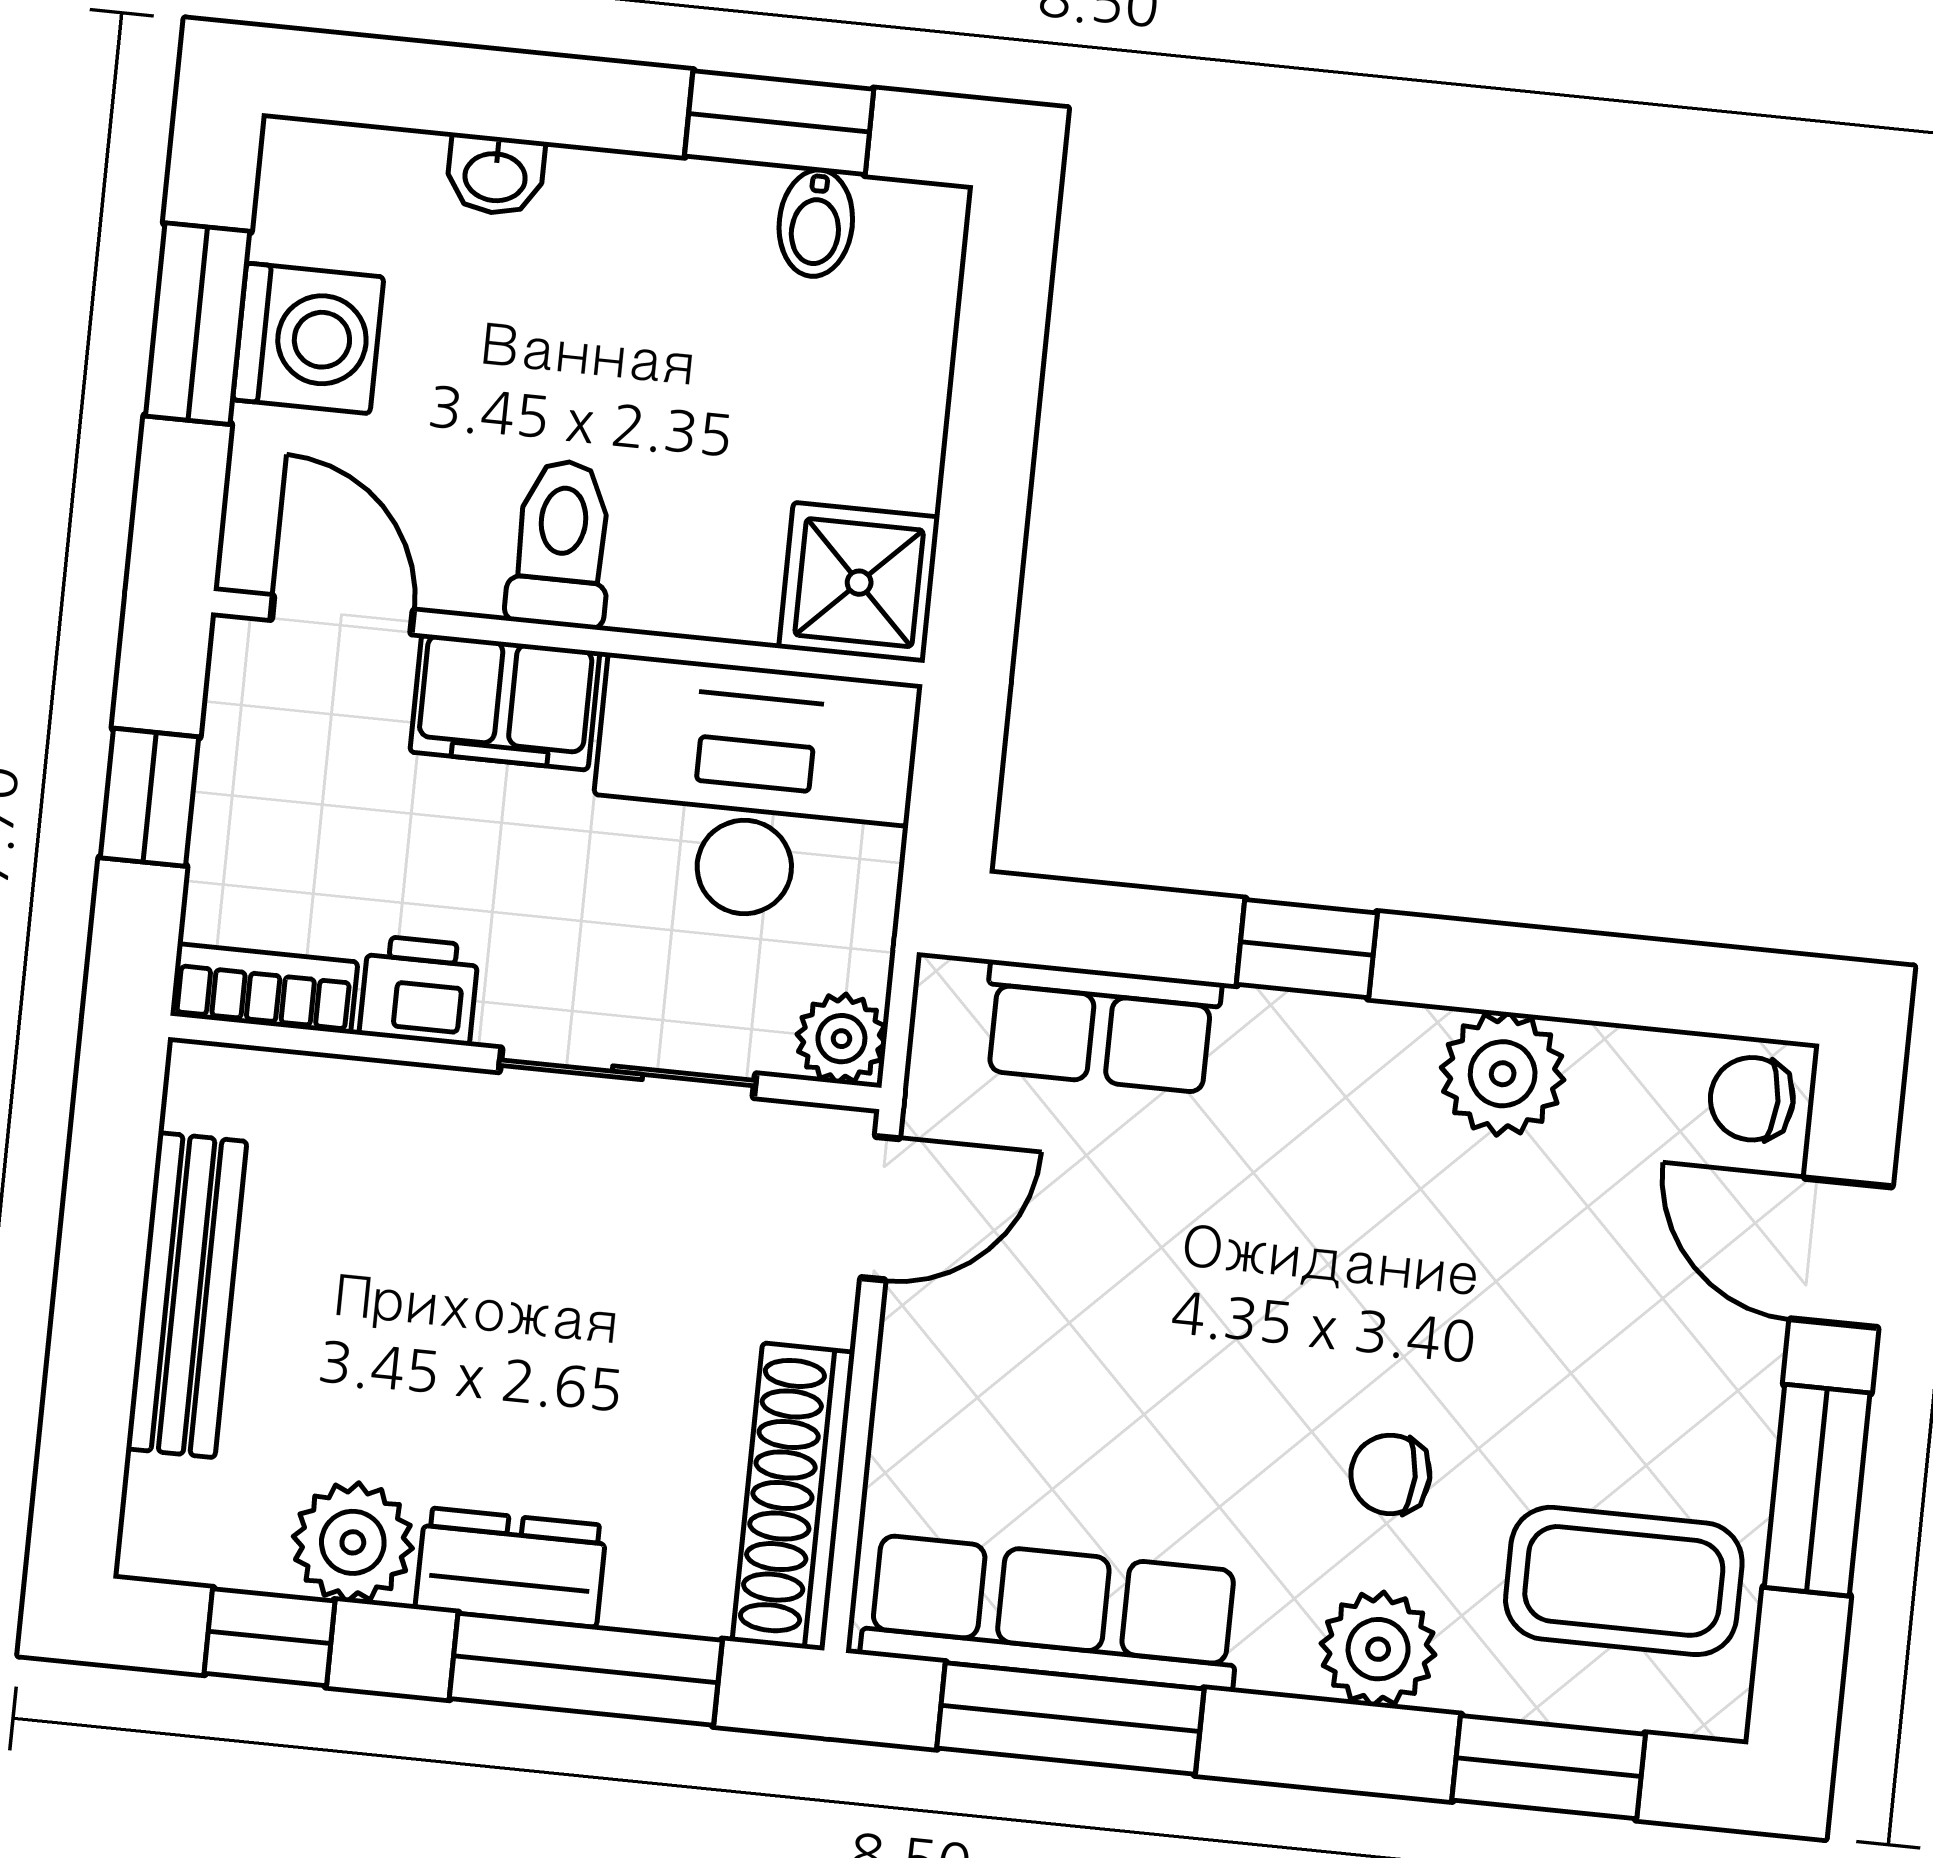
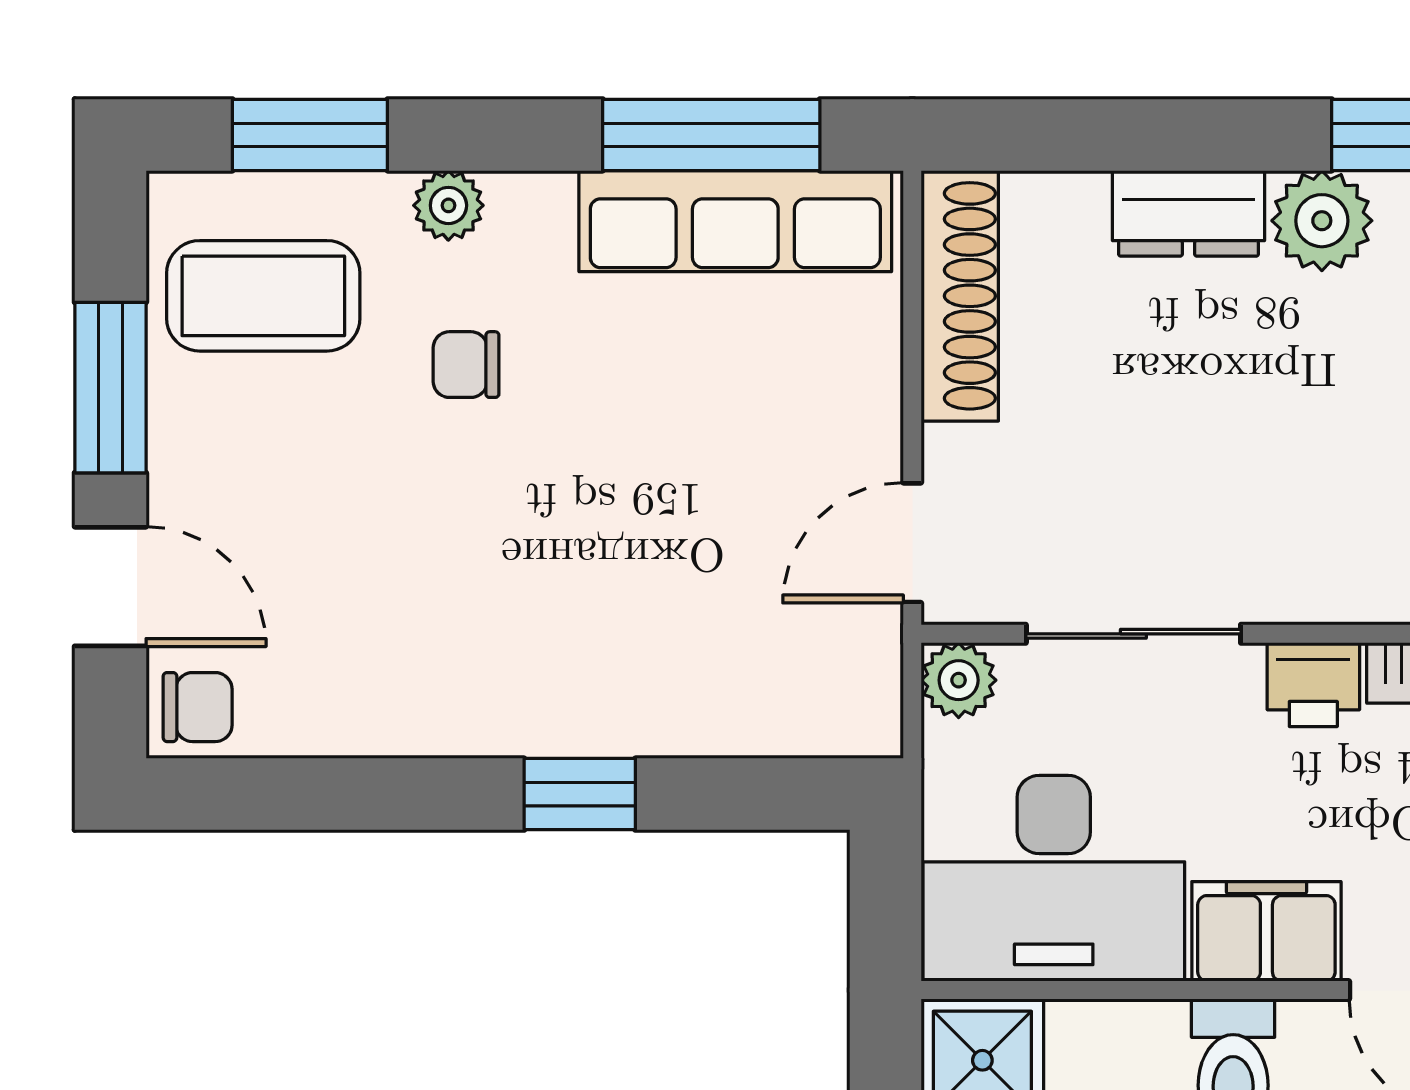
row of seats: (1101, 1027) -> (744, 712), removed
plant: (1503, 1074) -> (407, 707), removed
chair: (1390, 1474) -> (466, 365), turned 180
plant: (1378, 1649) -> (448, 205), width x0.73, depth x0.73
window: (586, 1669) -> (1118, 135), removed

